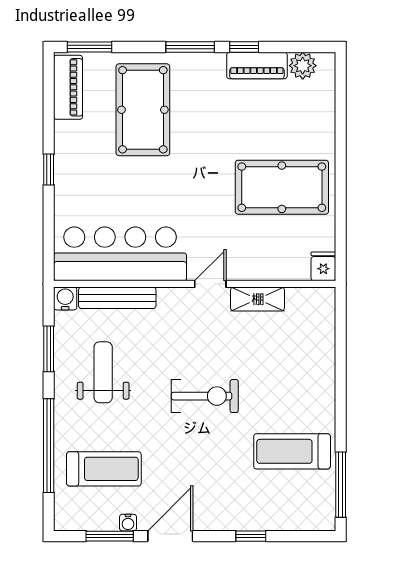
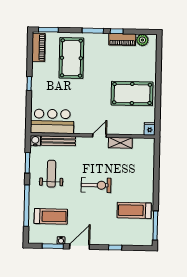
bar counter: (120, 254) -> (52, 121), width x0.73

